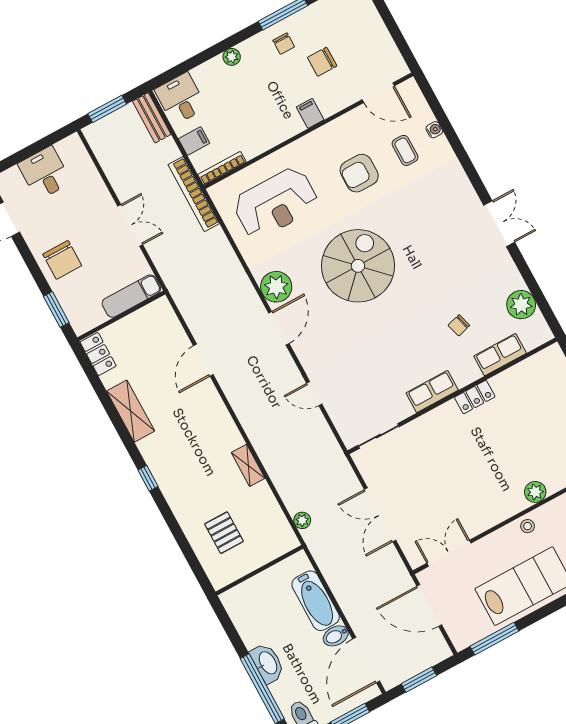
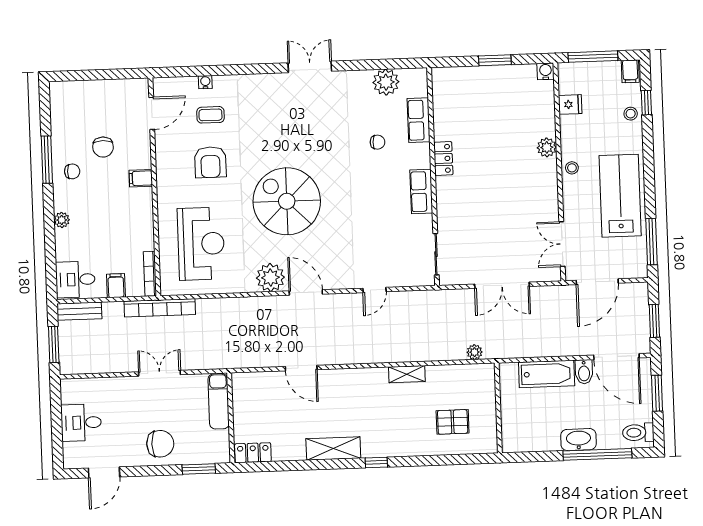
chair: (459, 325) -> (377, 142), turned -72
shelving: (131, 411) -> (333, 449), moved

